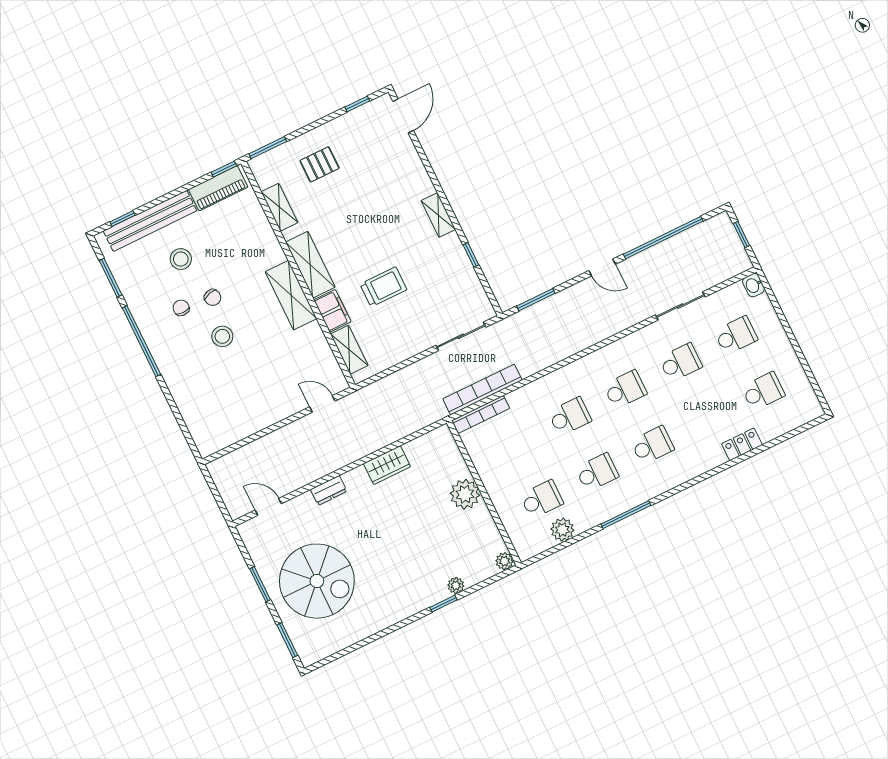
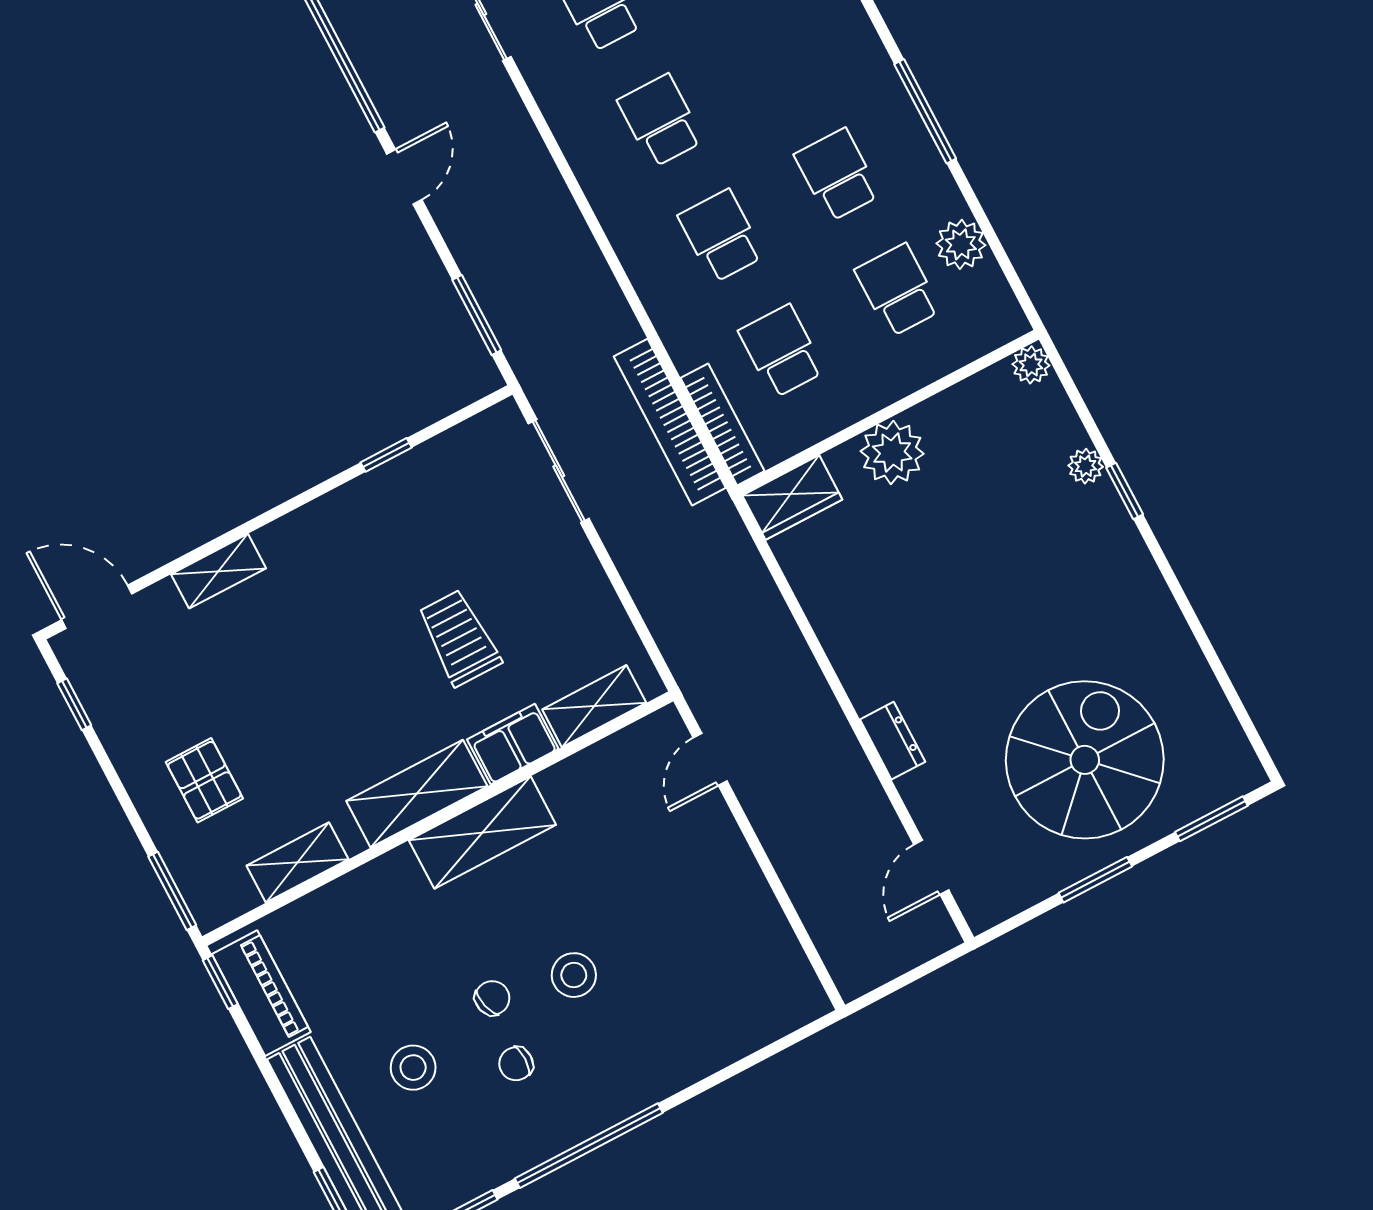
shelving: (438, 215) -> (219, 571), moved
school desk: (652, 445) -> (782, 351), moved
wardrobe: (387, 465) -> (792, 497), moved, turned 90

